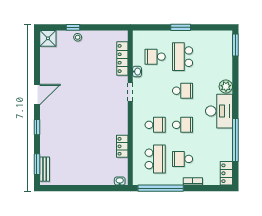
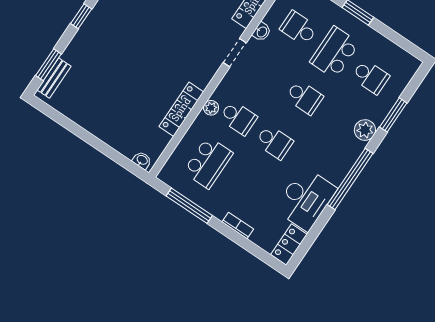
window: (235, 45) -> (393, 115), moved
desk: (219, 111) -> (306, 199), moved
plant: (137, 129) -> (211, 108), added
window: (235, 140) -> (350, 179), moved
locker: (122, 146) -> (181, 109), width x1.53
school desk: (183, 159) -> (370, 77), moved, turned 180
window: (161, 188) -> (189, 206), width x0.68

